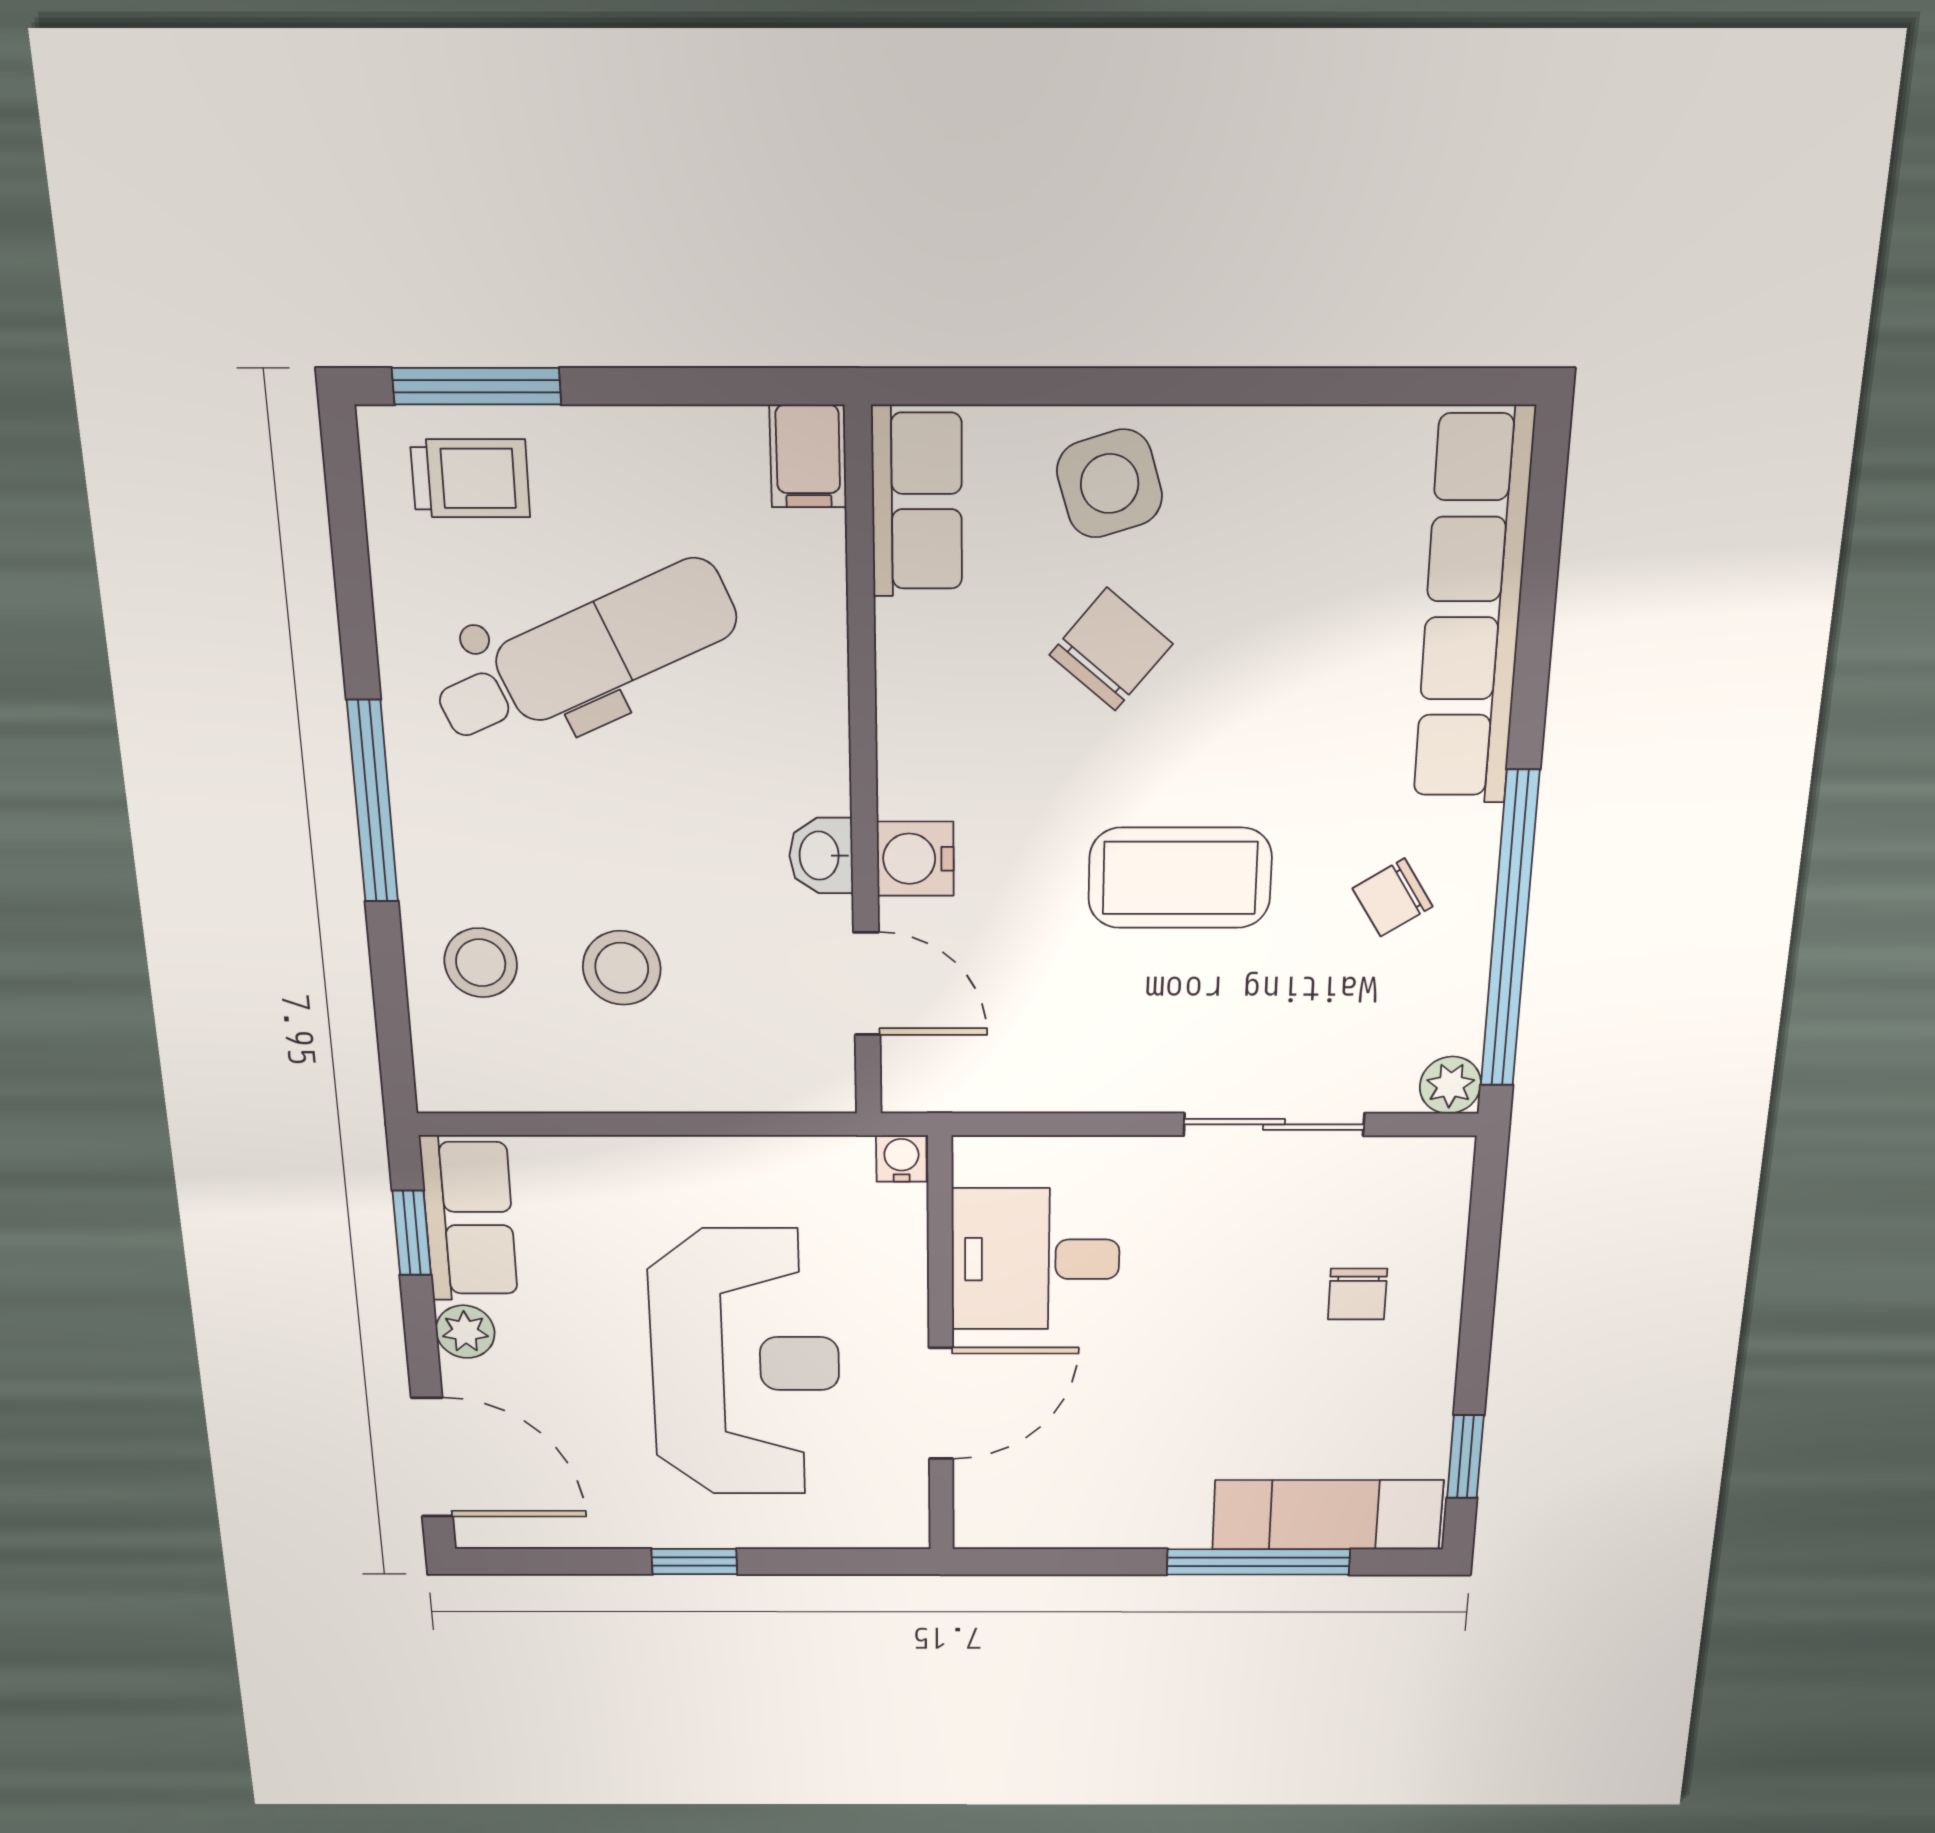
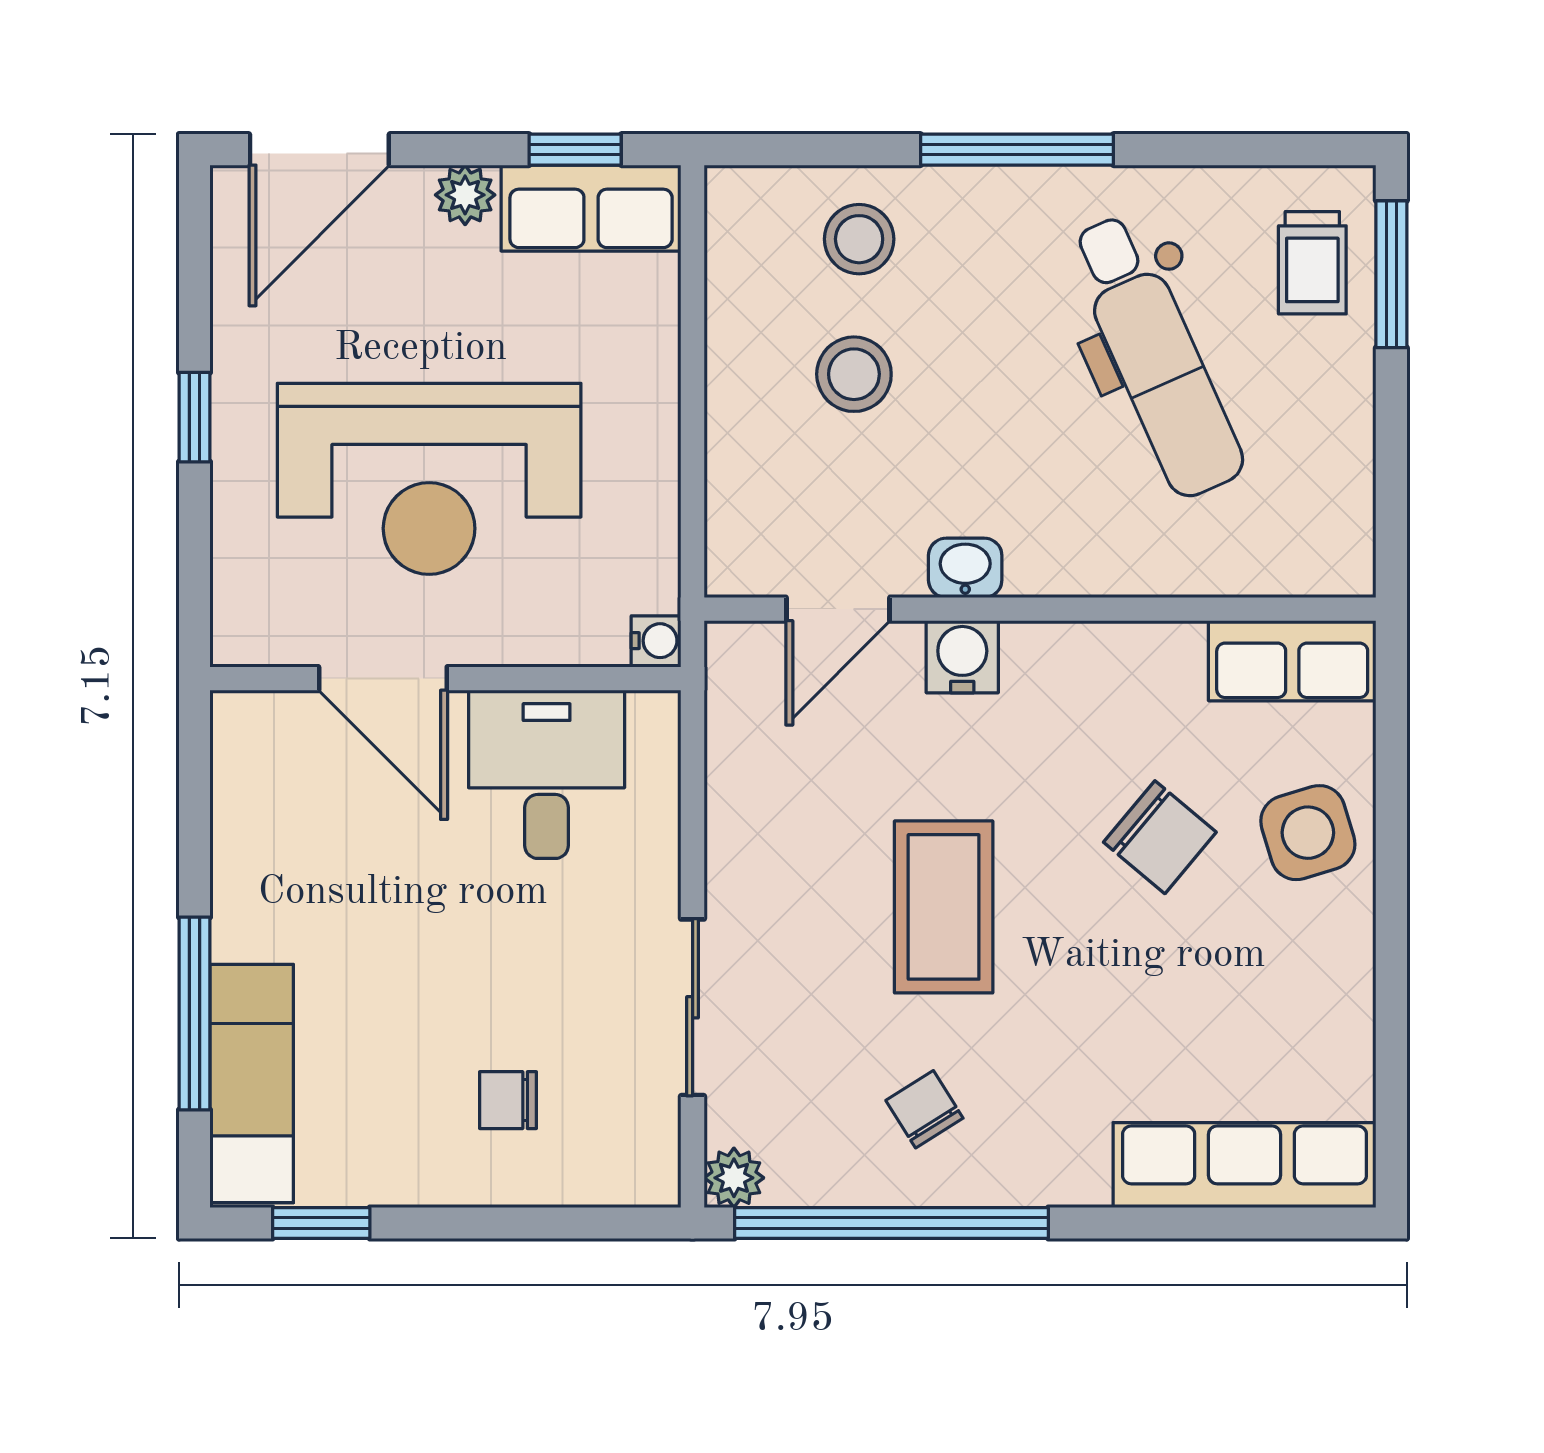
filing cabinet: (808, 456) -> (1332, 564), removed
row of seats: (1473, 609) -> (1245, 1165), width x0.73

